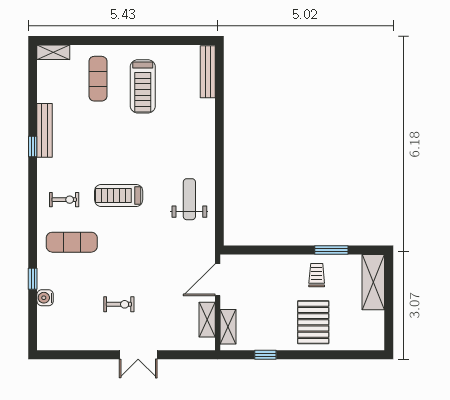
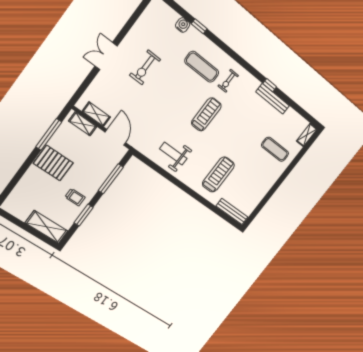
treadmill: (143, 86) -> (218, 175), moved, turned 90
weight bench: (189, 199) -> (173, 154), turned 180
exercise mat: (72, 242) -> (202, 67), turned 90
window: (268, 250) -> (111, 179), added
exercise bike: (119, 304) -> (145, 67), width x1.38, depth x1.39
pallet: (313, 322) -> (53, 163), moved
window: (265, 355) -> (49, 134), width x2.17

